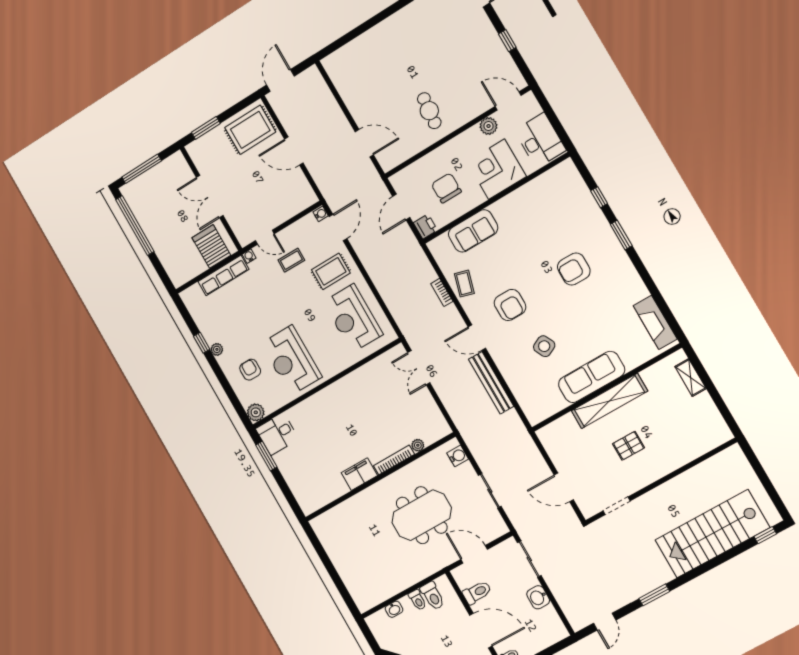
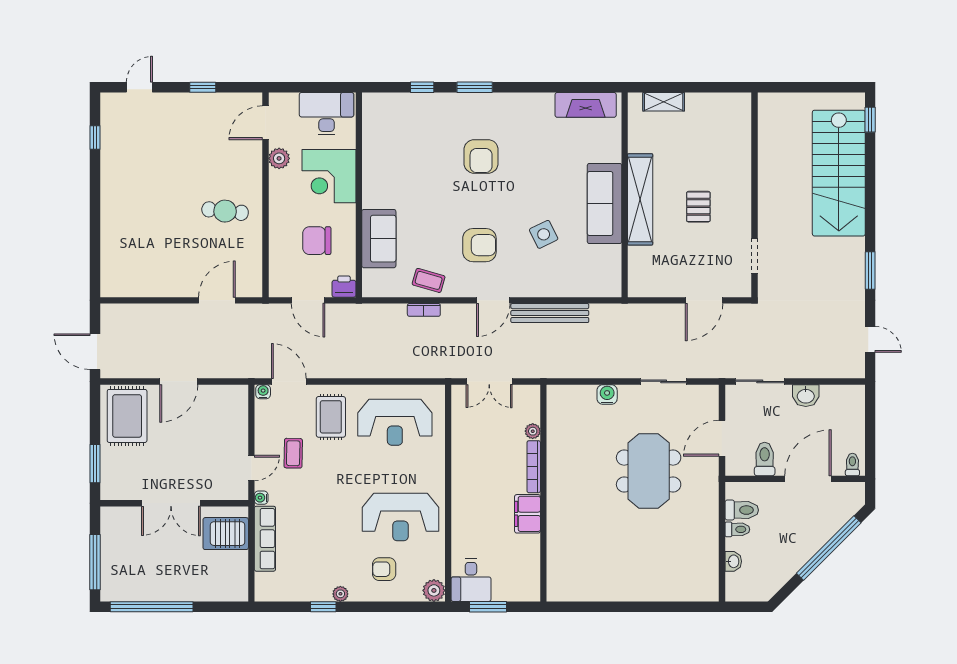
plant: (418, 445) -> (533, 431), moved
bookcase: (394, 460) -> (534, 467), moved
filing cabinet: (359, 474) -> (528, 514), moved
wall: (380, 477) -> (543, 493), moved

